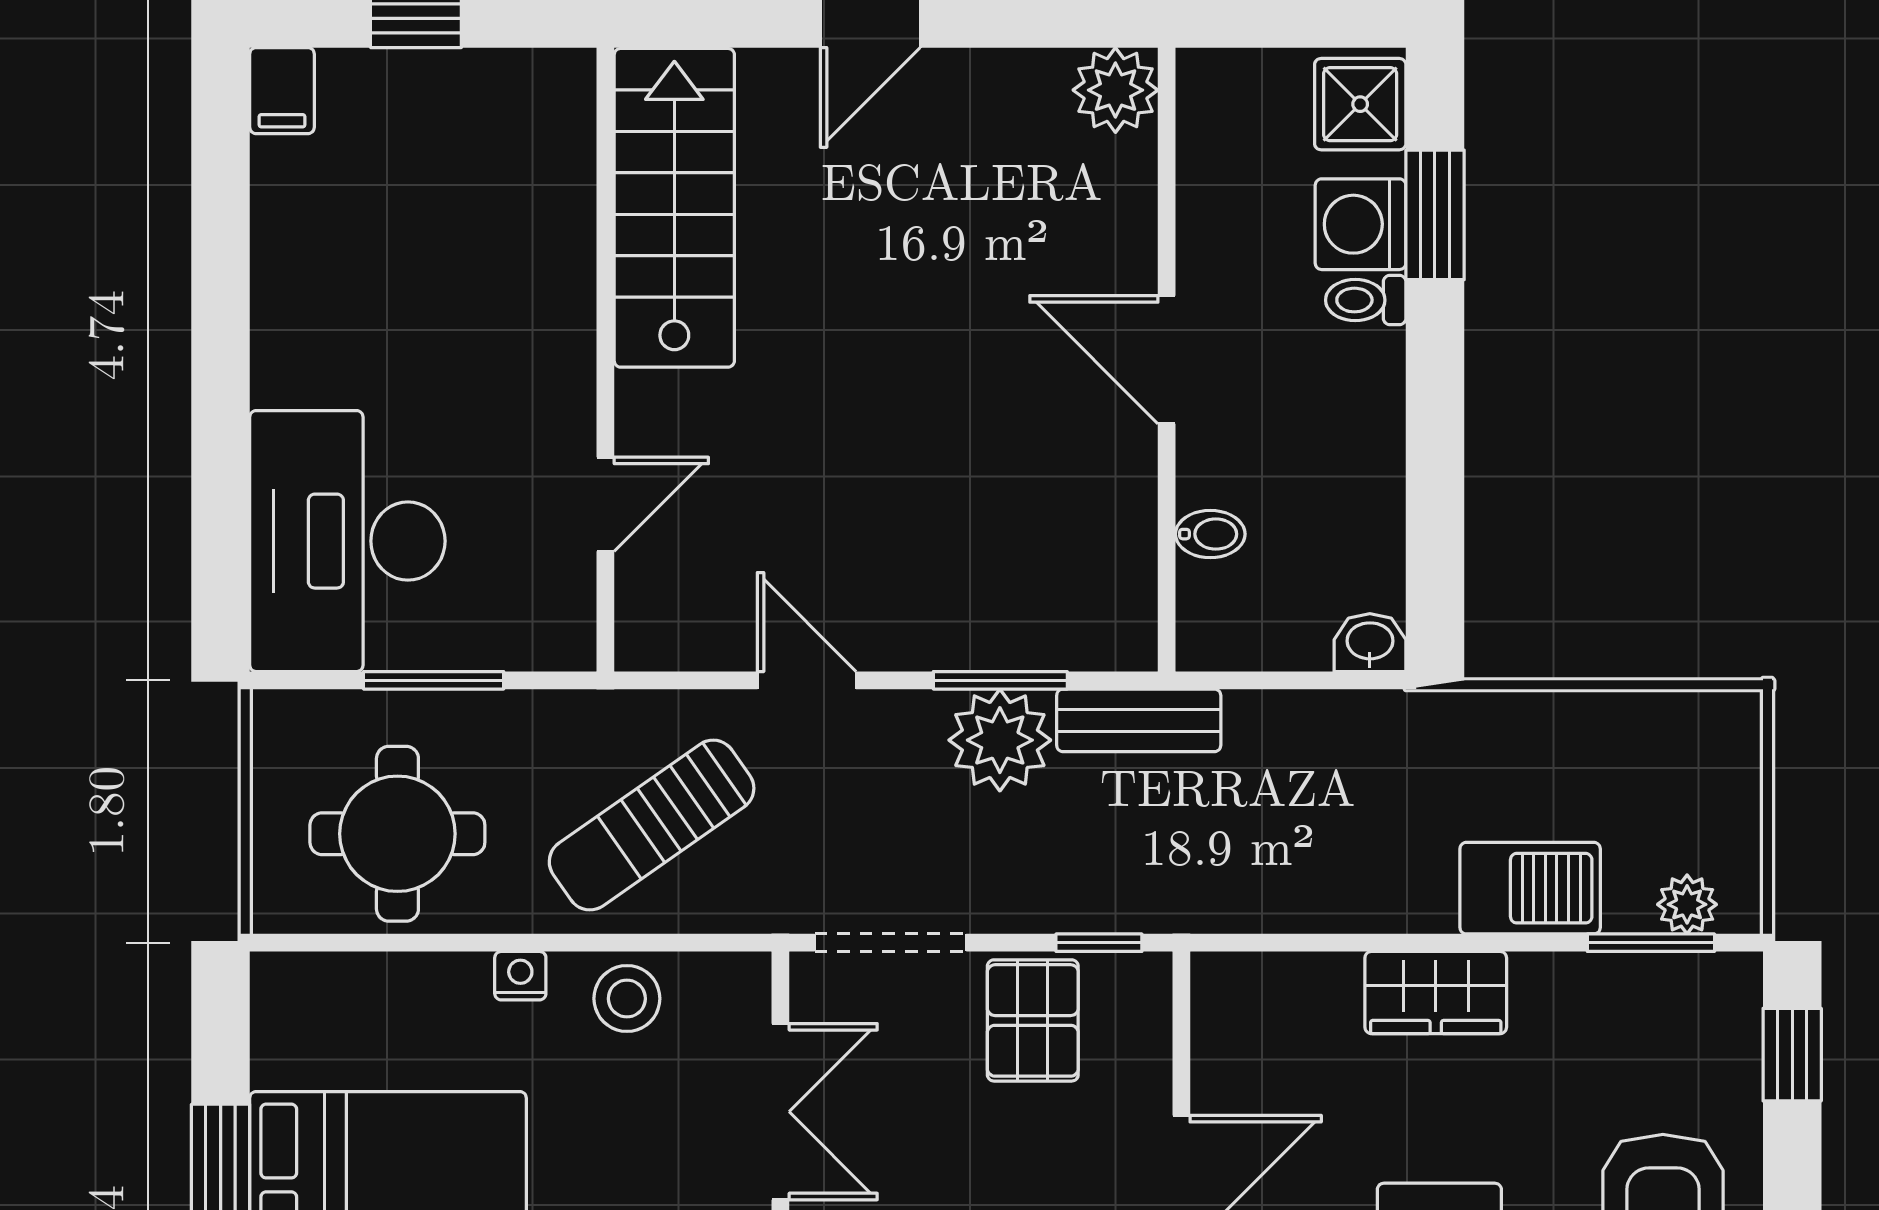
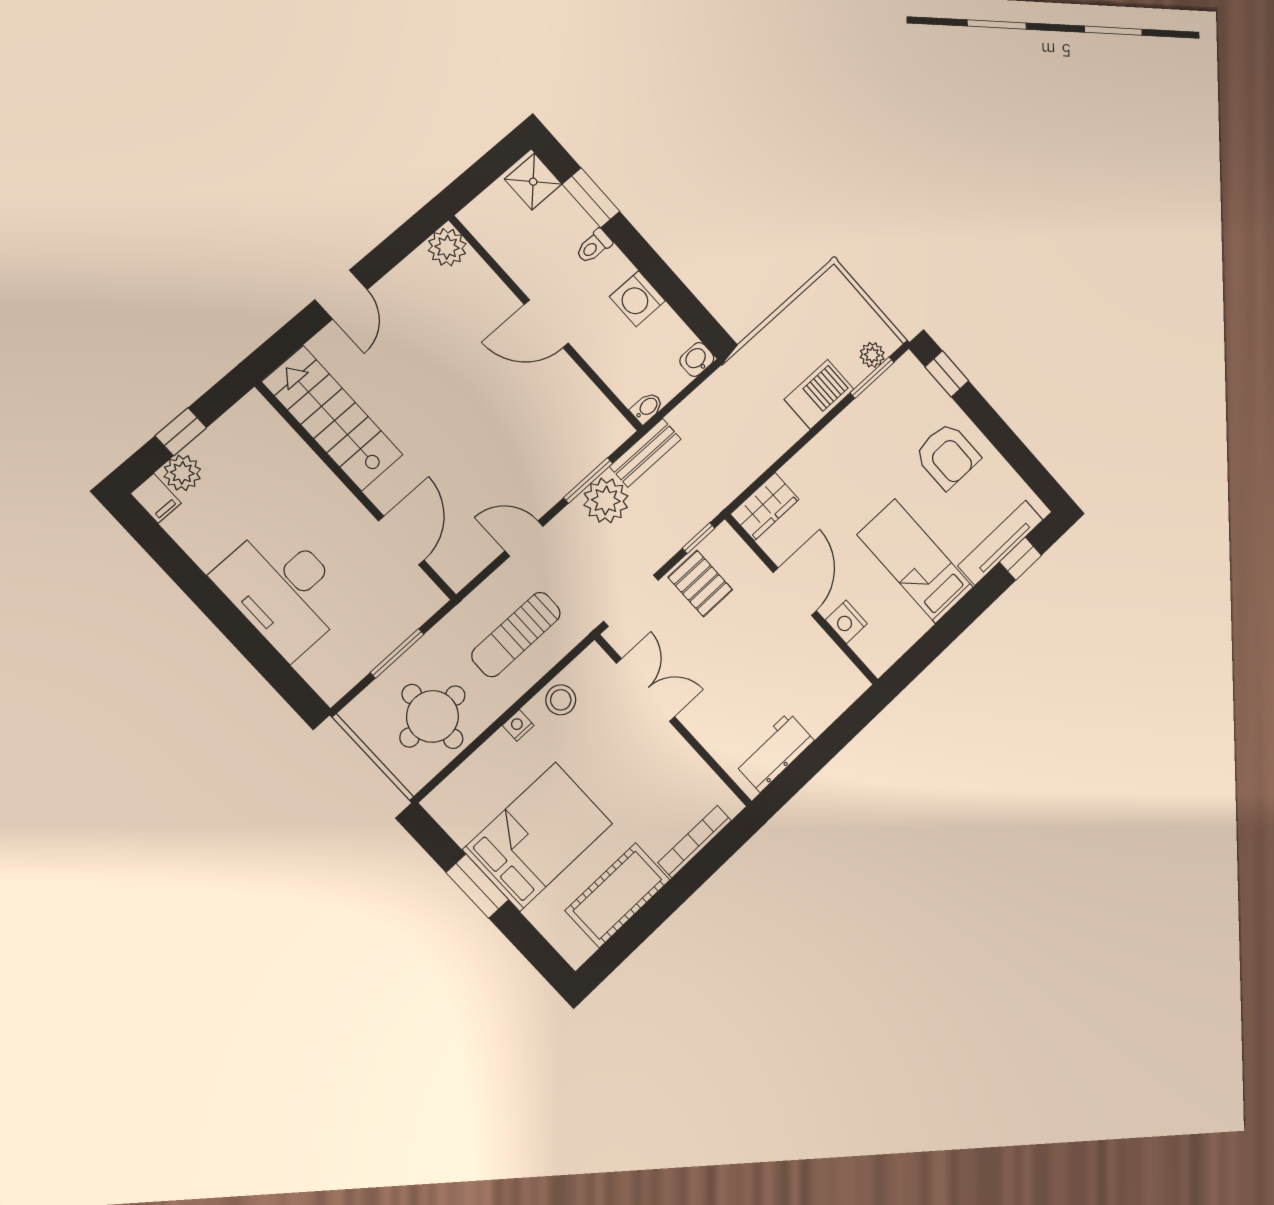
plant: (359, 86) -> (182, 473), added
washing machine: (1361, 224) -> (637, 299), moved
door: (605, 504) -> (401, 541), width x1.37
bidet: (1210, 534) -> (647, 408), moved
desk: (347, 541) -> (283, 590), moved
sun lounger: (652, 825) -> (516, 634), turned 35
wardrobe: (1436, 993) -> (765, 507), moved

